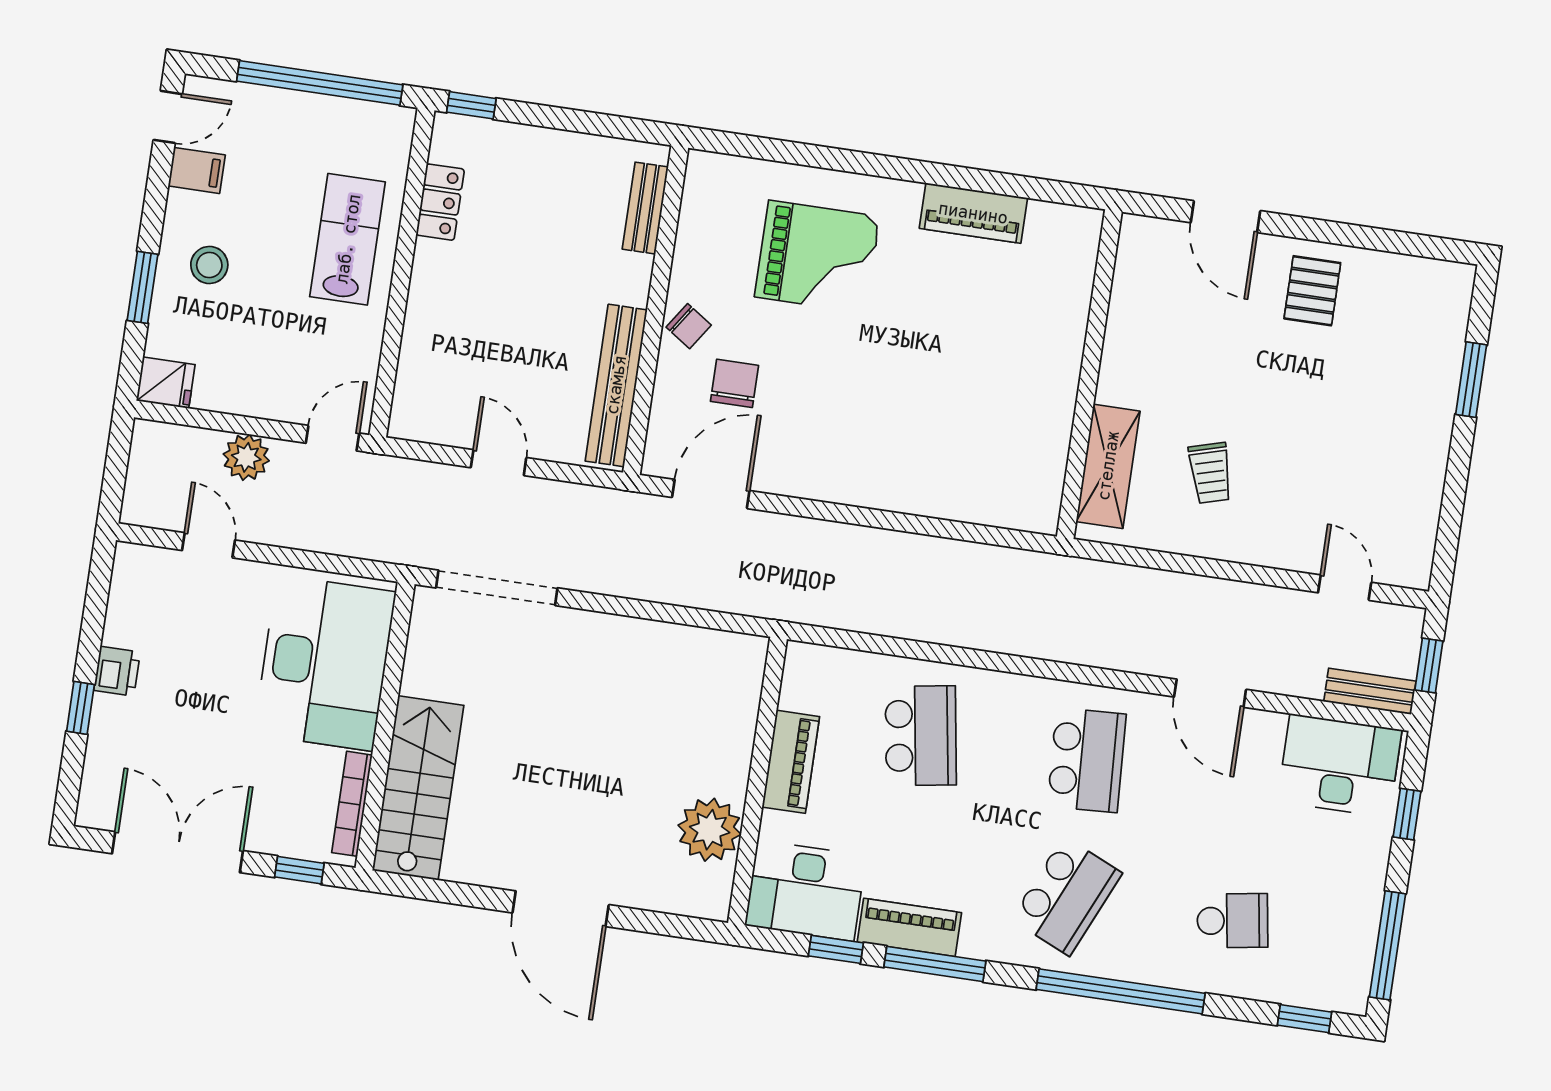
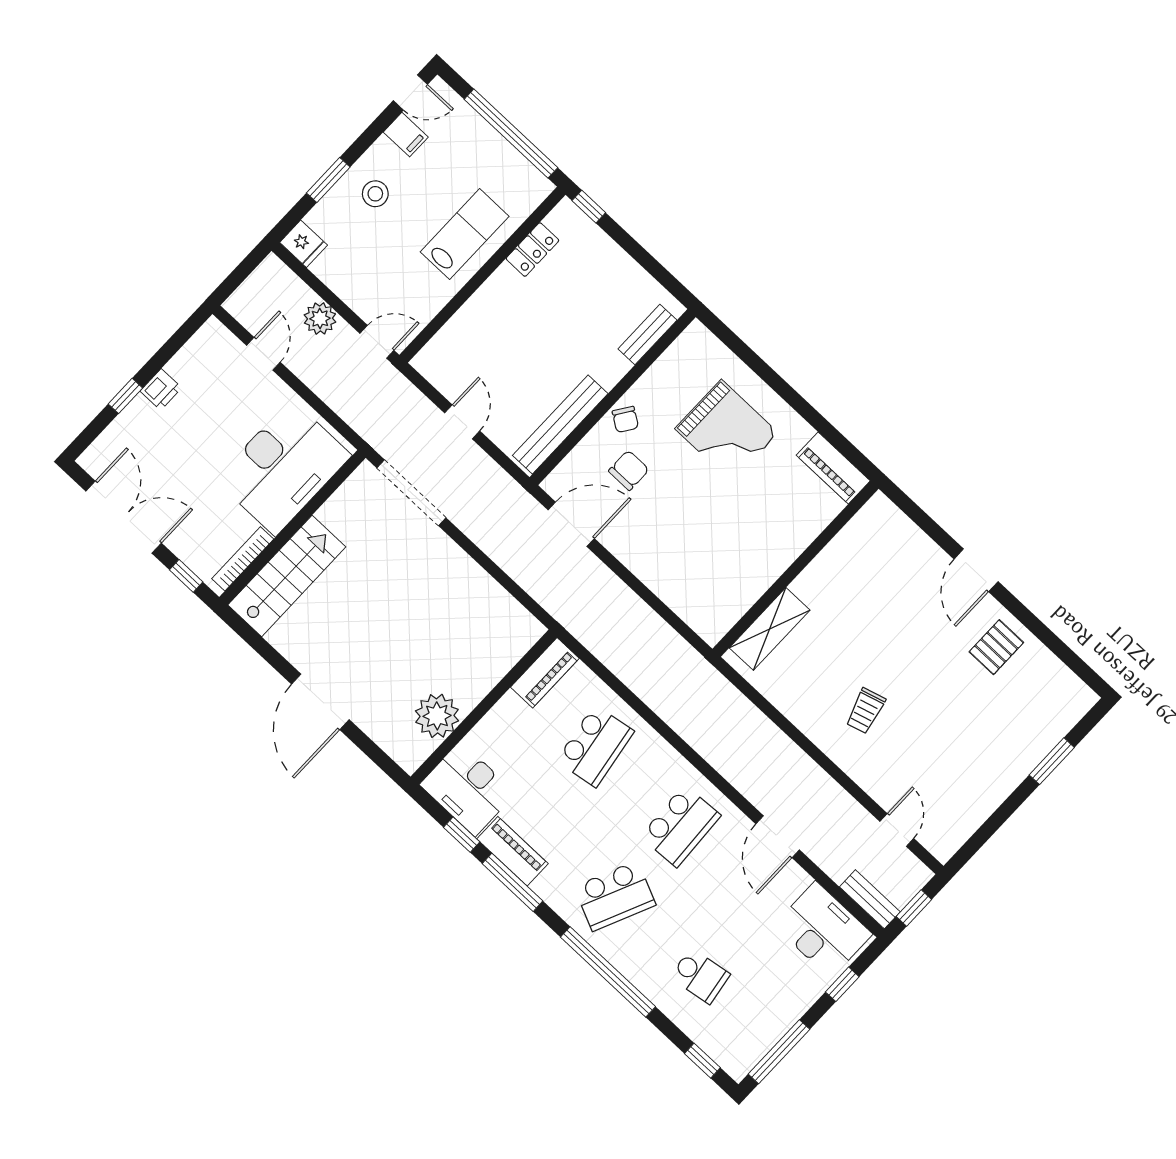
wall: (1089, 374) -> (796, 569), moved
shelving: (1108, 466) -> (770, 629), moved
piano: (791, 762) -> (545, 673), moved

